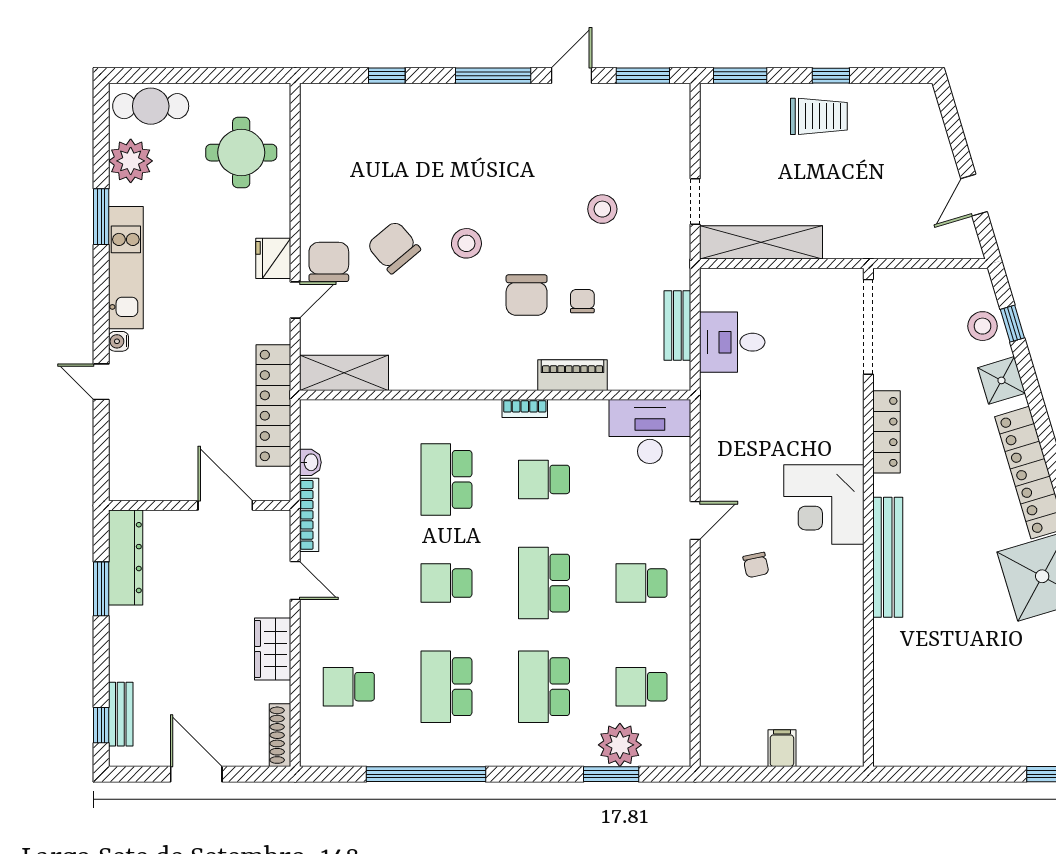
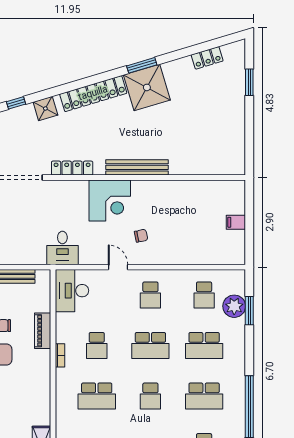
stool: (983, 326) -> (17, 118), removed
desk: (732, 342) -> (62, 248), moved

